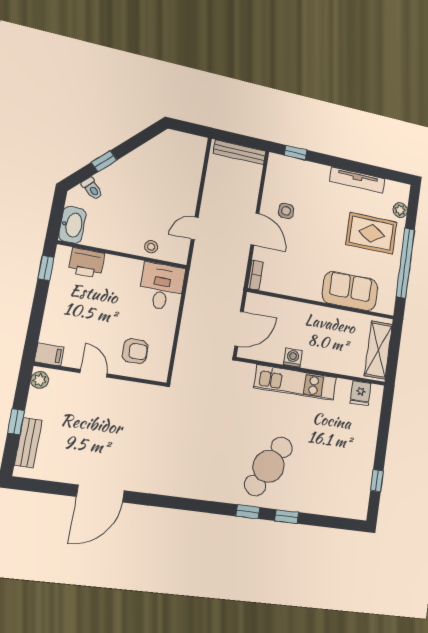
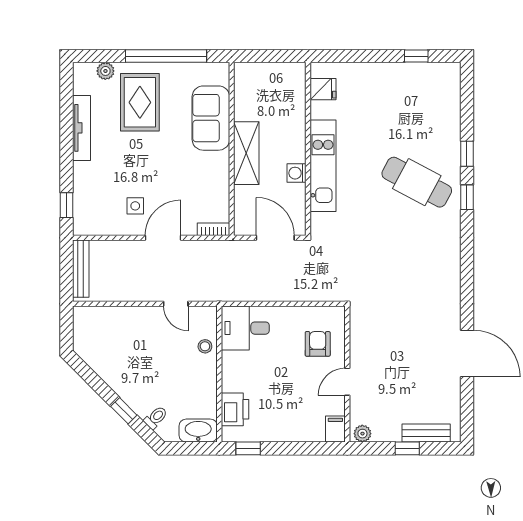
shelving: (378, 350) -> (246, 153), moved, turned 90

